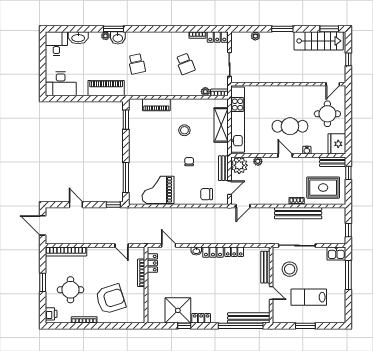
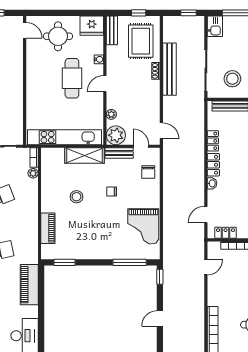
shelving: (221, 125) -> (85, 156), moved
window: (348, 173) -> (139, 13), moved

